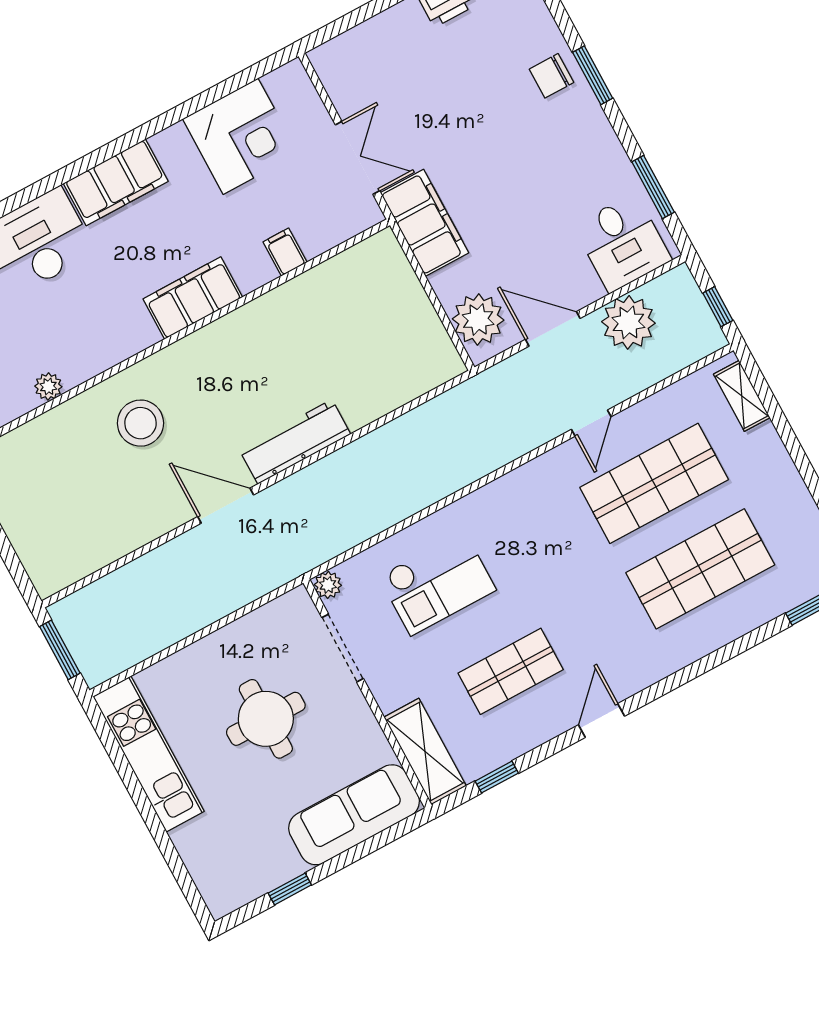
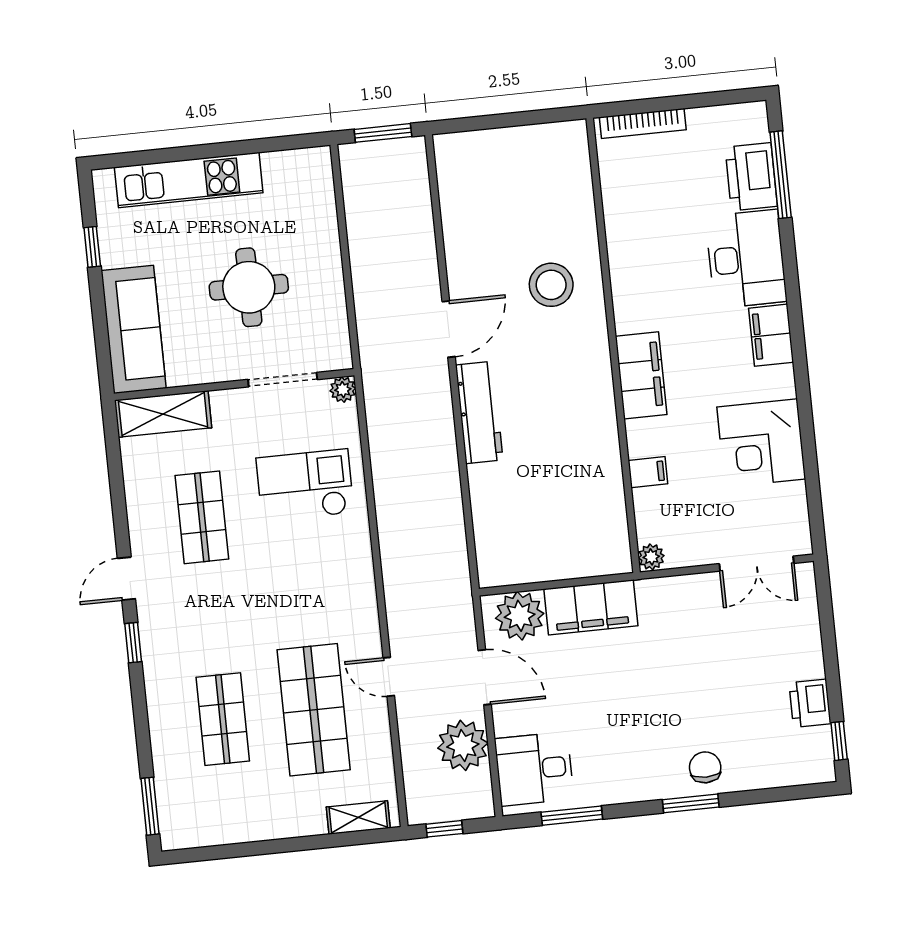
corner desk: (241, 136) -> (761, 443), moved
double door: (357, 158) -> (757, 564), moved
filing cabinet: (116, 182) -> (771, 335), width x0.67, depth x0.86
filing cabinet: (424, 223) -> (591, 607), moved
door: (553, 329) -> (485, 677), hinge flipped
plant: (48, 386) -> (651, 557), moved
shop shelf: (700, 569) -> (223, 719), width x0.70, depth x0.74
checkout: (437, 583) -> (305, 485), turned 90
door: (601, 720) -> (126, 579), swing flipped
kitchen unit: (148, 754) -> (189, 180), moved
window: (497, 777) -> (133, 643), moved

